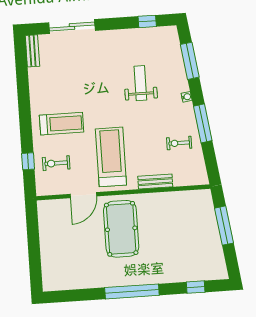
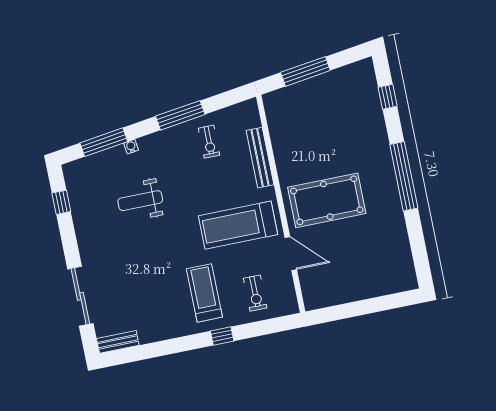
water cooler: (187, 97) -> (131, 147), moved
window: (28, 161) -> (222, 336), moved
bench: (155, 182) -> (260, 158), width x1.36

